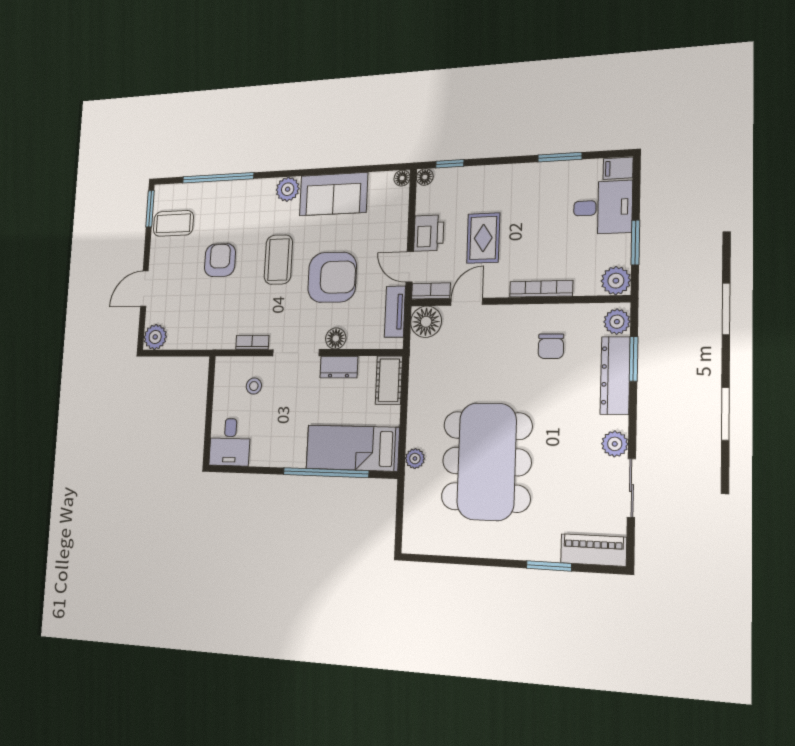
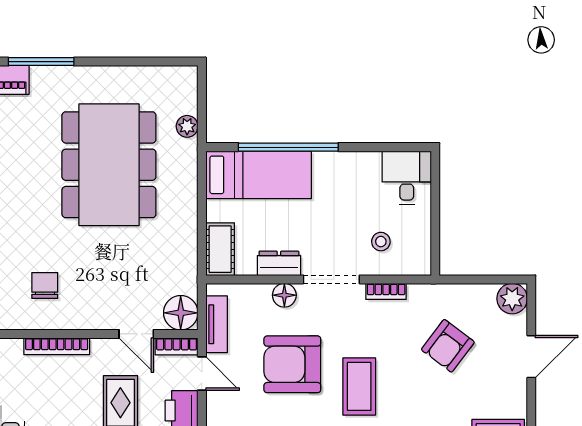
armchair: (220, 260) -> (448, 346), moved, turned 37
door: (467, 302) -> (136, 334), hinge flipped
plant: (415, 459) -> (187, 126), moved
window: (549, 566) -> (41, 62), width x1.44

